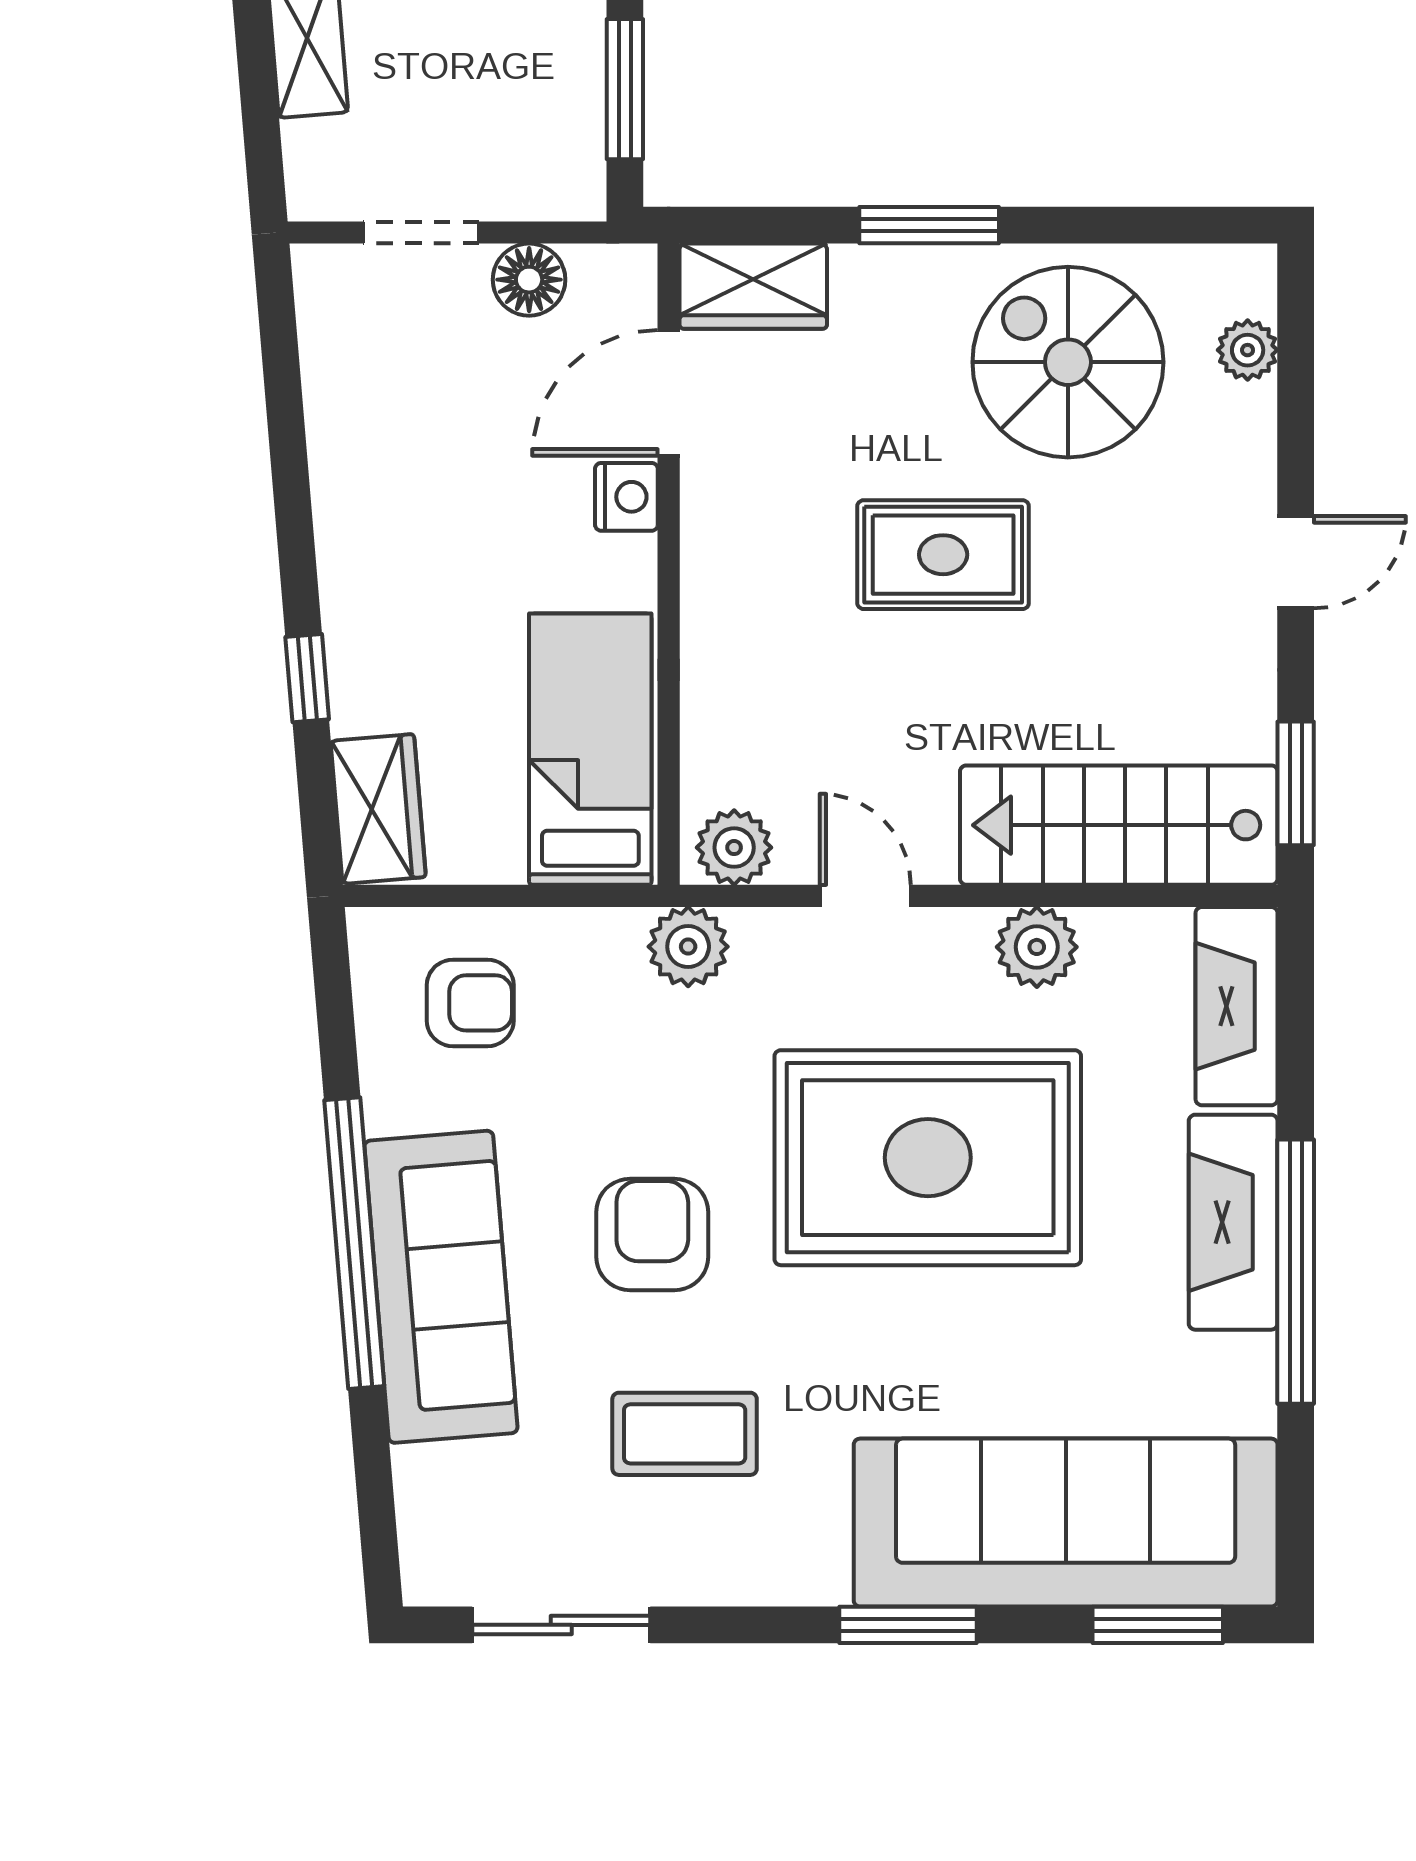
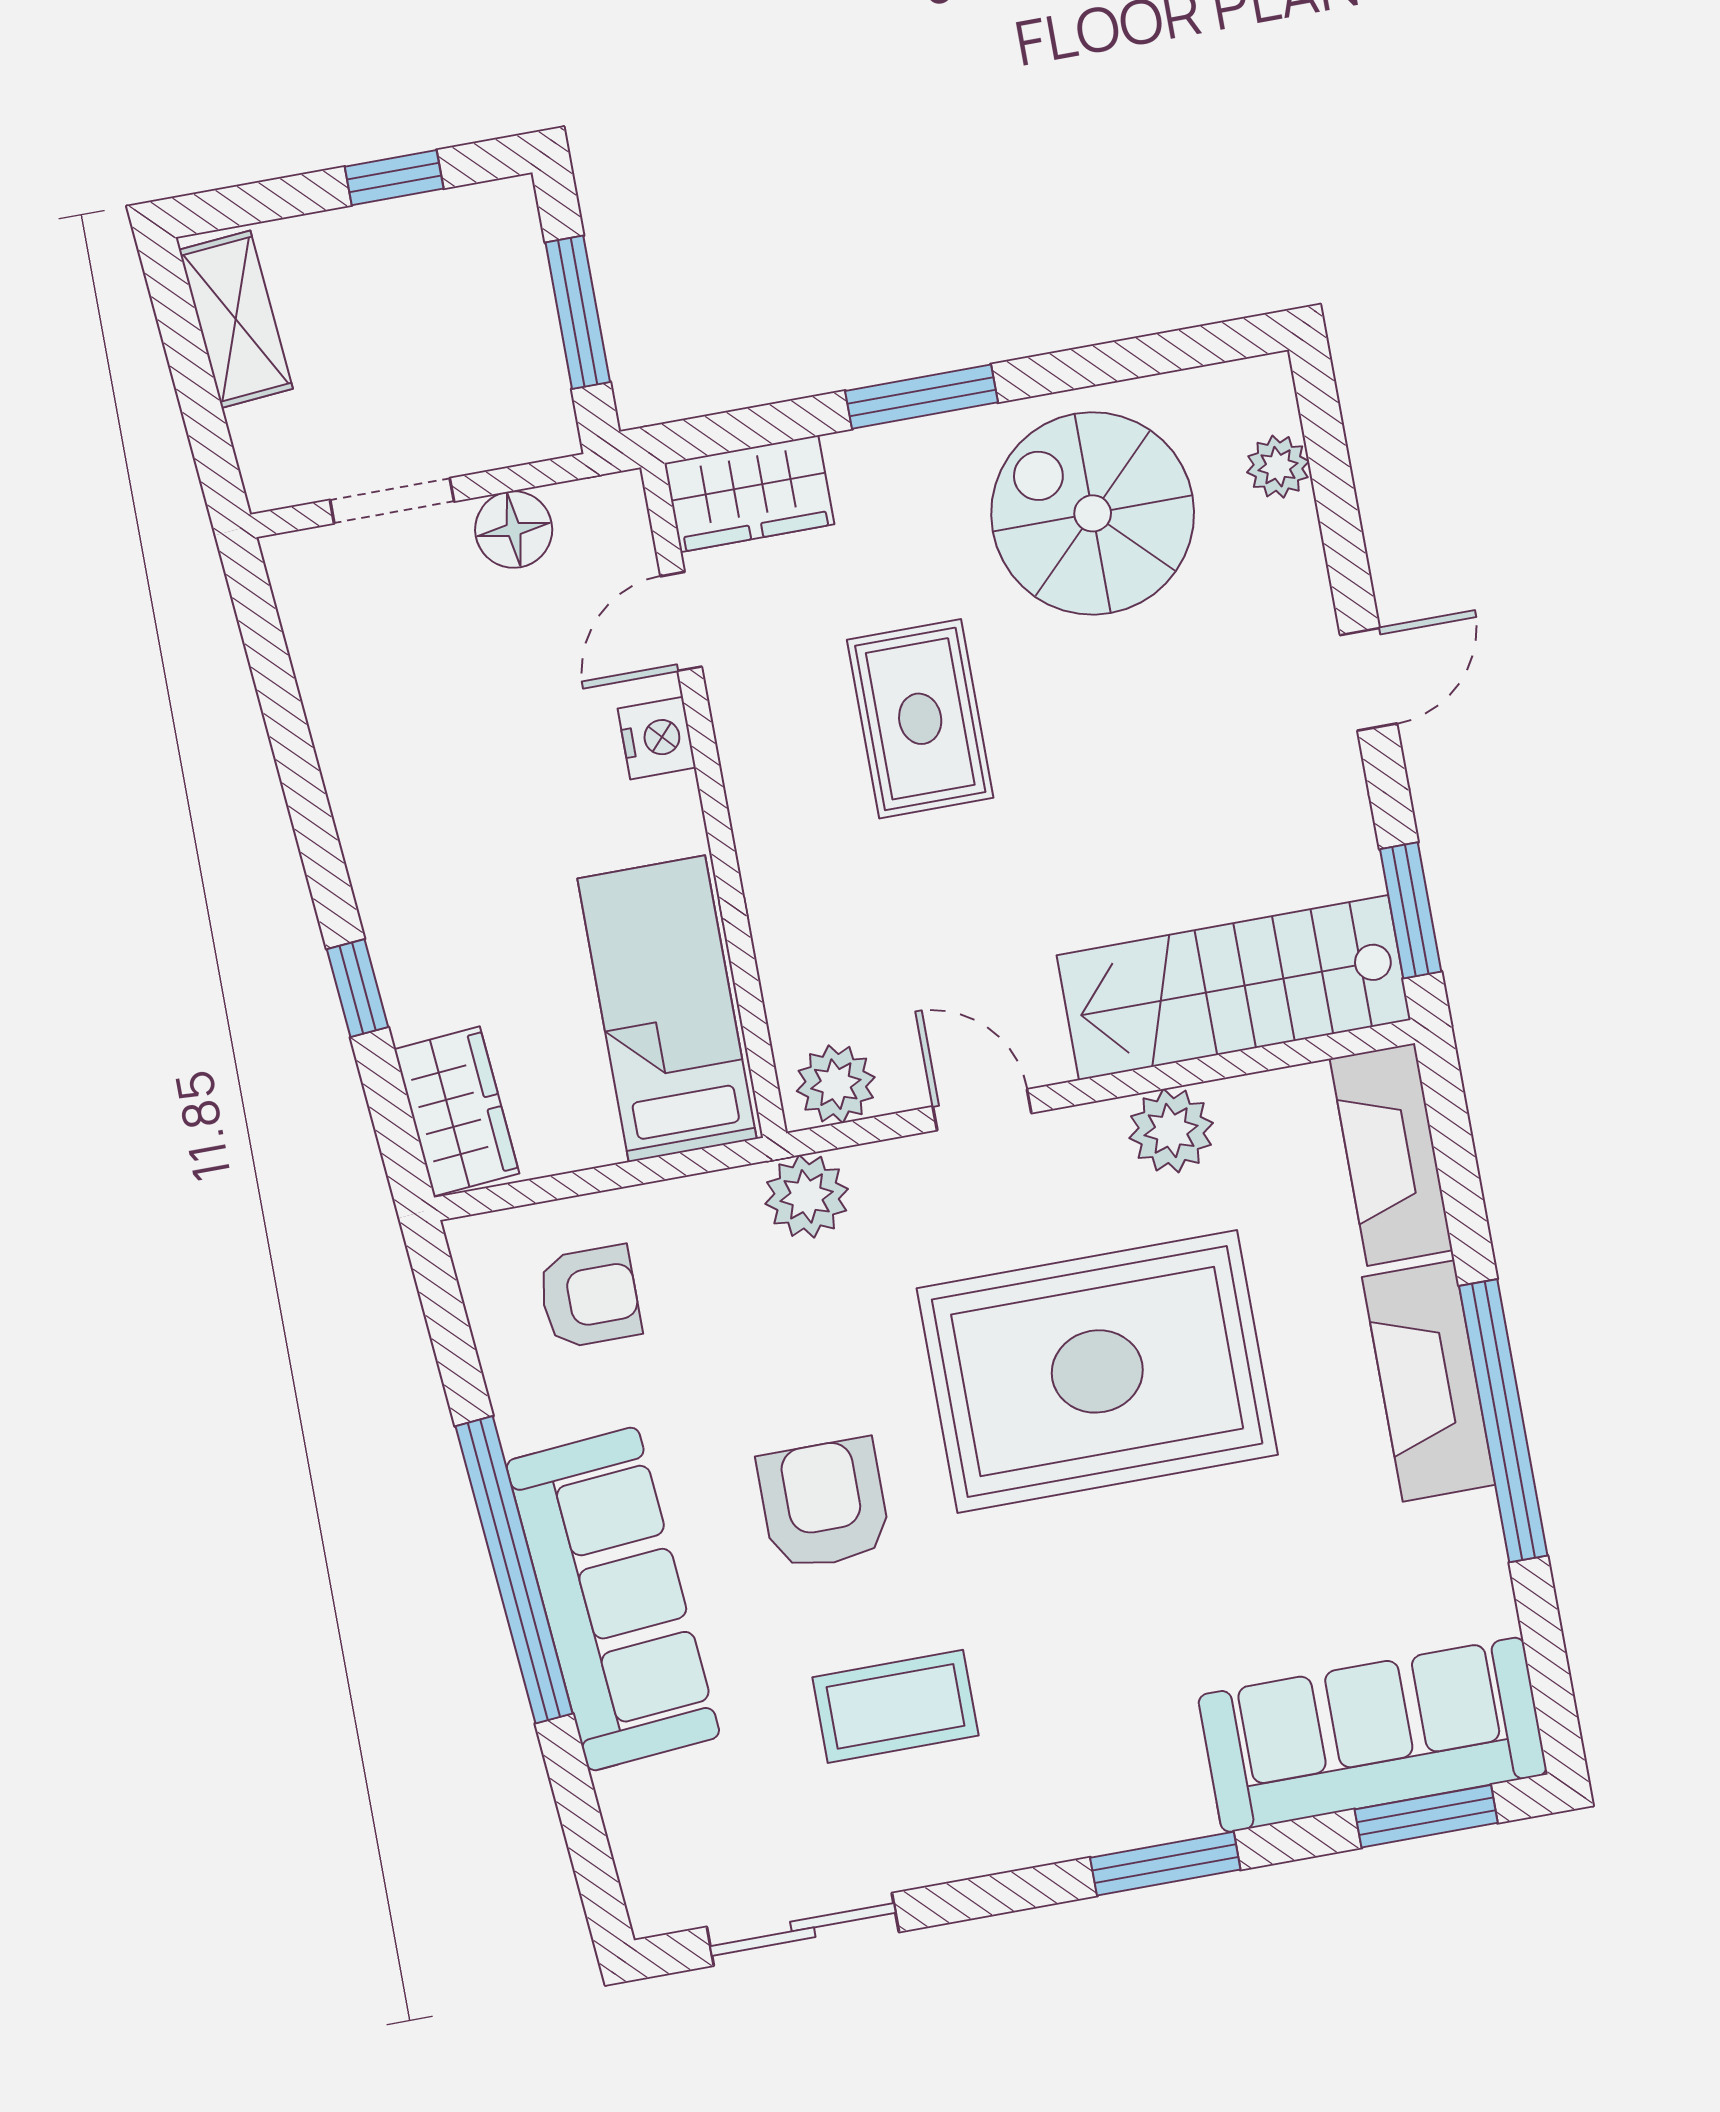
door: (669, 393) -> (681, 621), width x0.73
rug: (943, 555) -> (920, 719), moved, turned 90
sofa: (1066, 1523) -> (1373, 1735), width x0.74, depth x0.79

